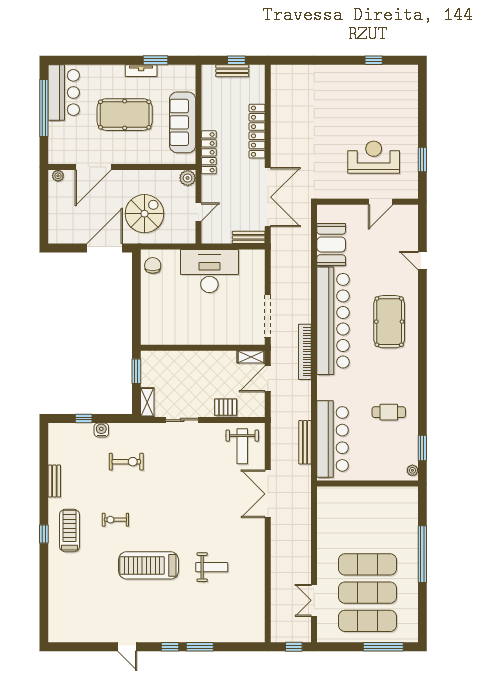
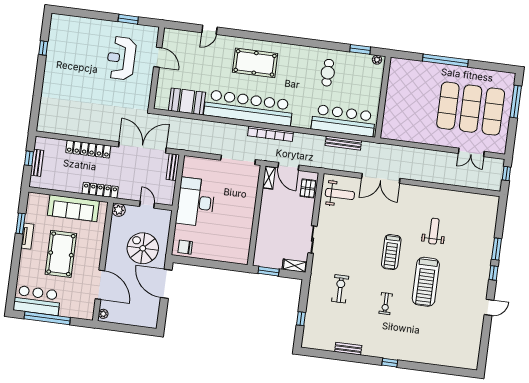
pallet: (226, 407) -> (308, 188), moved
water cooler: (101, 430) -> (312, 306), removed
treadmill: (70, 531) -> (391, 252), moved, turned -90

